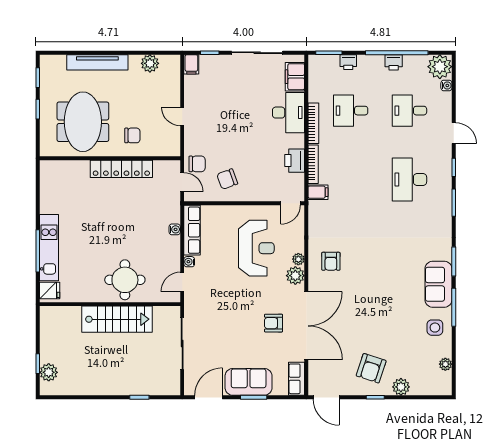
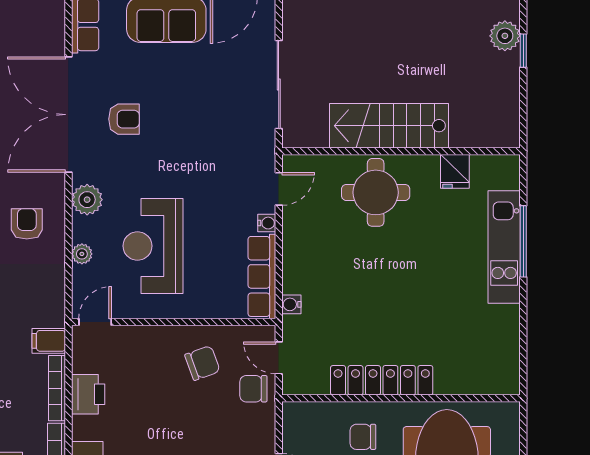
water cooler: (175, 229) -> (291, 304), moved
plant: (298, 259) -> (82, 254), moved
fridge: (50, 291) -> (455, 171), moved, turned -90

